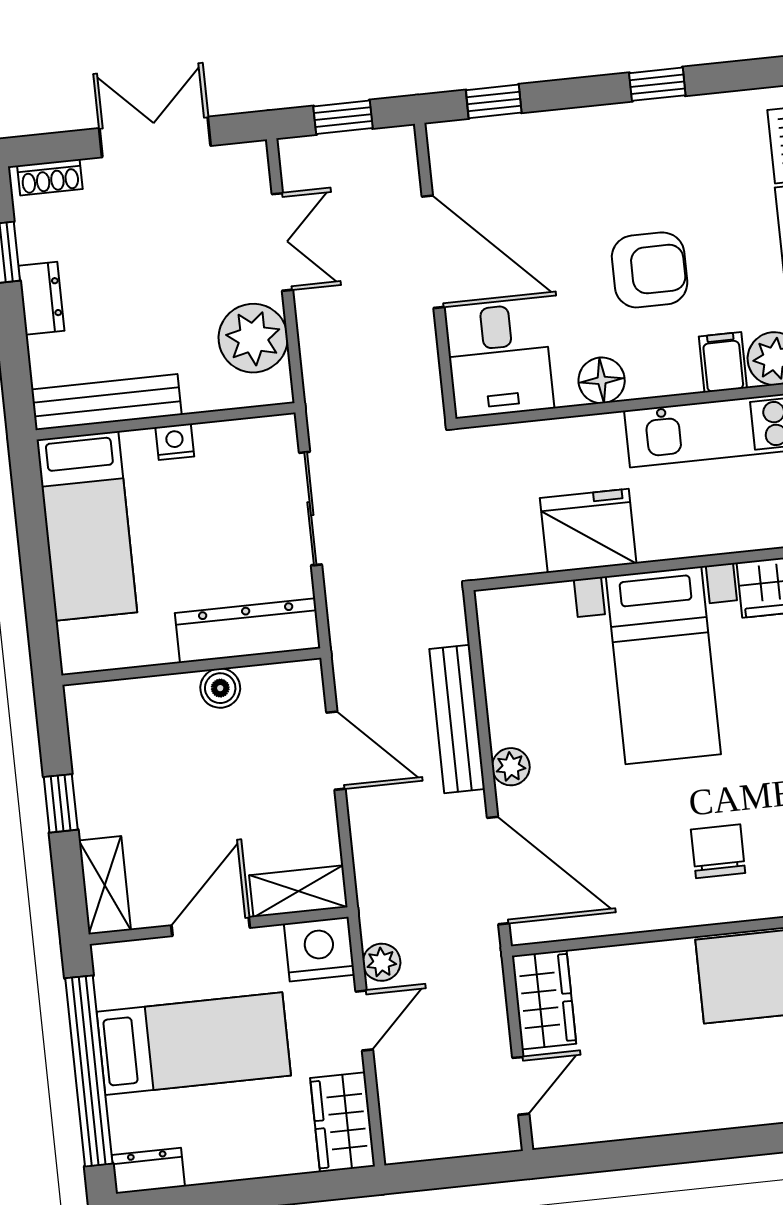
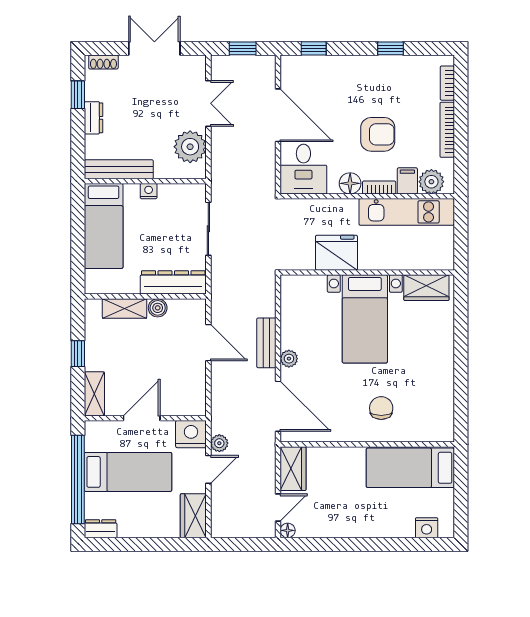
bookcase: (664, 383) -> (379, 188), added
bench: (457, 719) -> (266, 343), width x0.73
shelving: (298, 891) -> (125, 309), moved
floor lamp: (546, 1133) -> (288, 530), added

